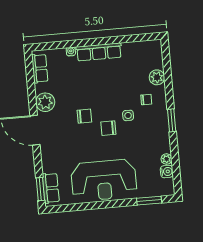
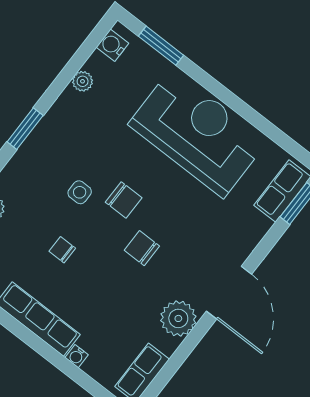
chair: (146, 100) -> (62, 250), moved
water cooler: (167, 172) -> (112, 45), moved

